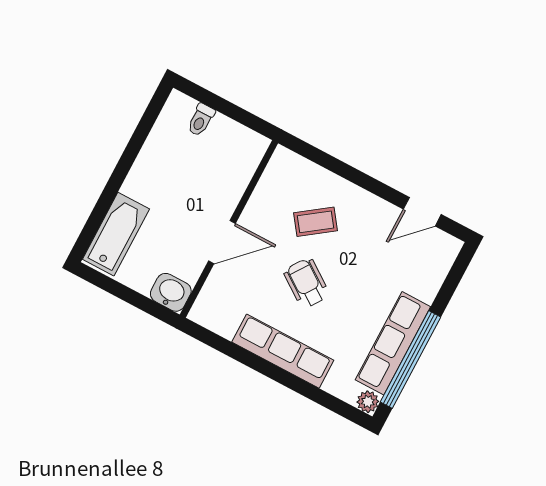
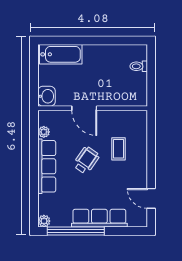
coffee table: (315, 222) -> (118, 149), turned 36
plant: (225, 327) -> (44, 132), added
row of seats: (393, 343) -> (99, 218), moved

